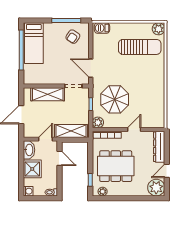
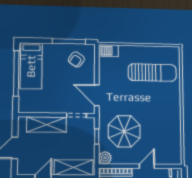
plant: (159, 29) -> (173, 53), removed

